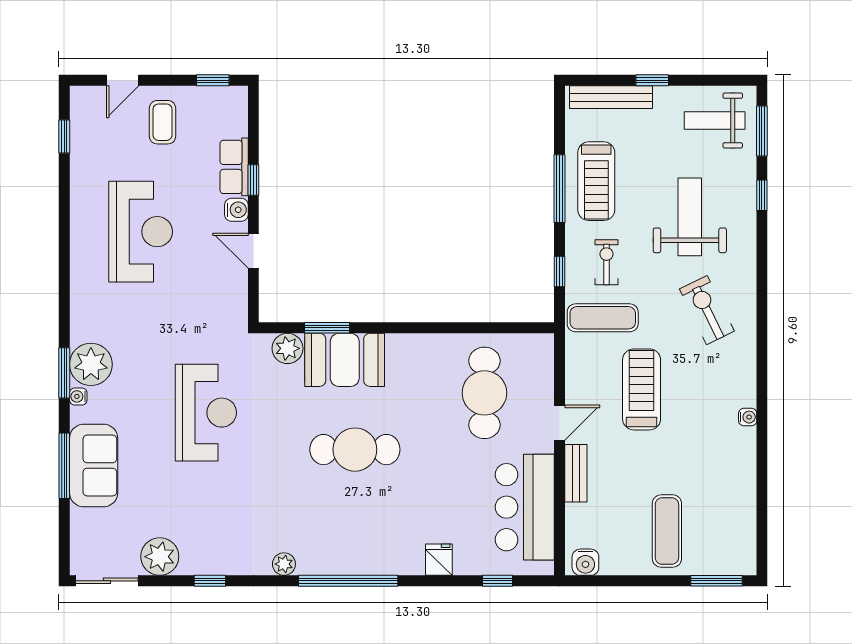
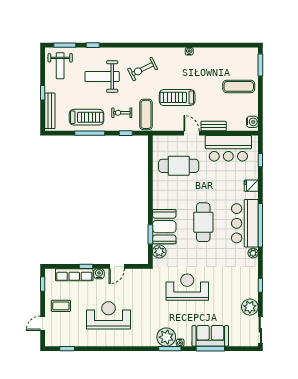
door: (123, 80) -> (43, 323), swing flipped
row of seats: (234, 167) -> (74, 275), width x1.48
bar counter: (352, 545) -> (245, 223), added

